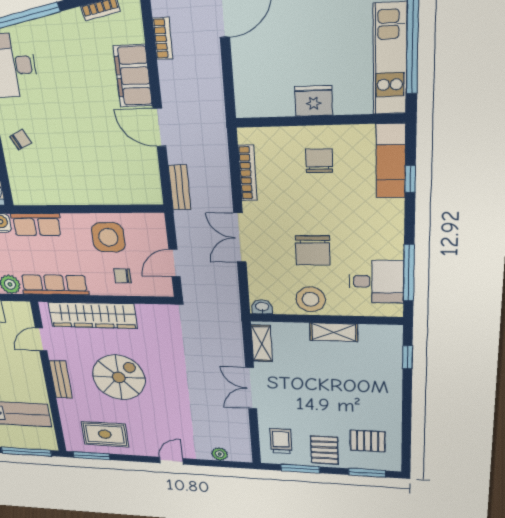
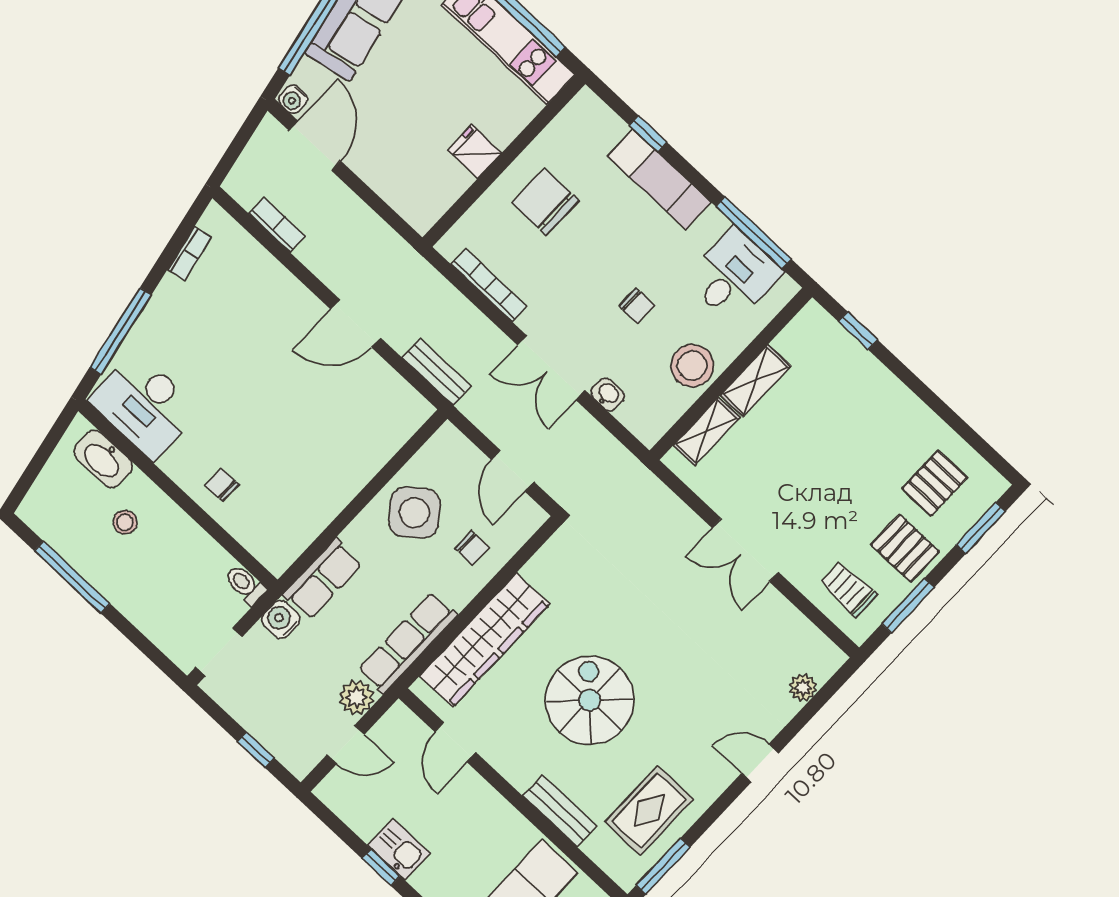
filing cabinet: (133, 76) -> (281, 293), removed
fridge: (314, 101) -> (475, 152), width x0.72
chair: (21, 140) -> (222, 485), turned -64
chair: (319, 161) -> (545, 202), width x1.37, depth x1.37
exam couch: (391, 161) -> (659, 179), moved
side table: (108, 237) -> (415, 513), turned -38
chair: (313, 250) -> (637, 306), width x0.54, depth x0.54
chair: (122, 276) -> (472, 548), turned -90
washbasin: (262, 307) -> (608, 394), moved, turned 90
shelving: (262, 343) -> (707, 431), moved, turned 90
bench: (61, 380) -> (560, 811), moved
door: (171, 461) -> (760, 763), hinge flipped

